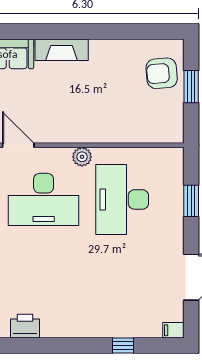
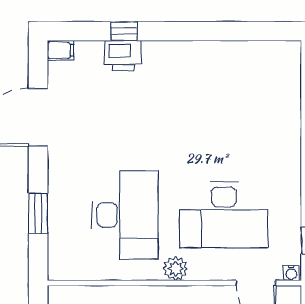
desk: (44, 199) -> (224, 215), turned 180
printer: (25, 326) -> (123, 55), moved

